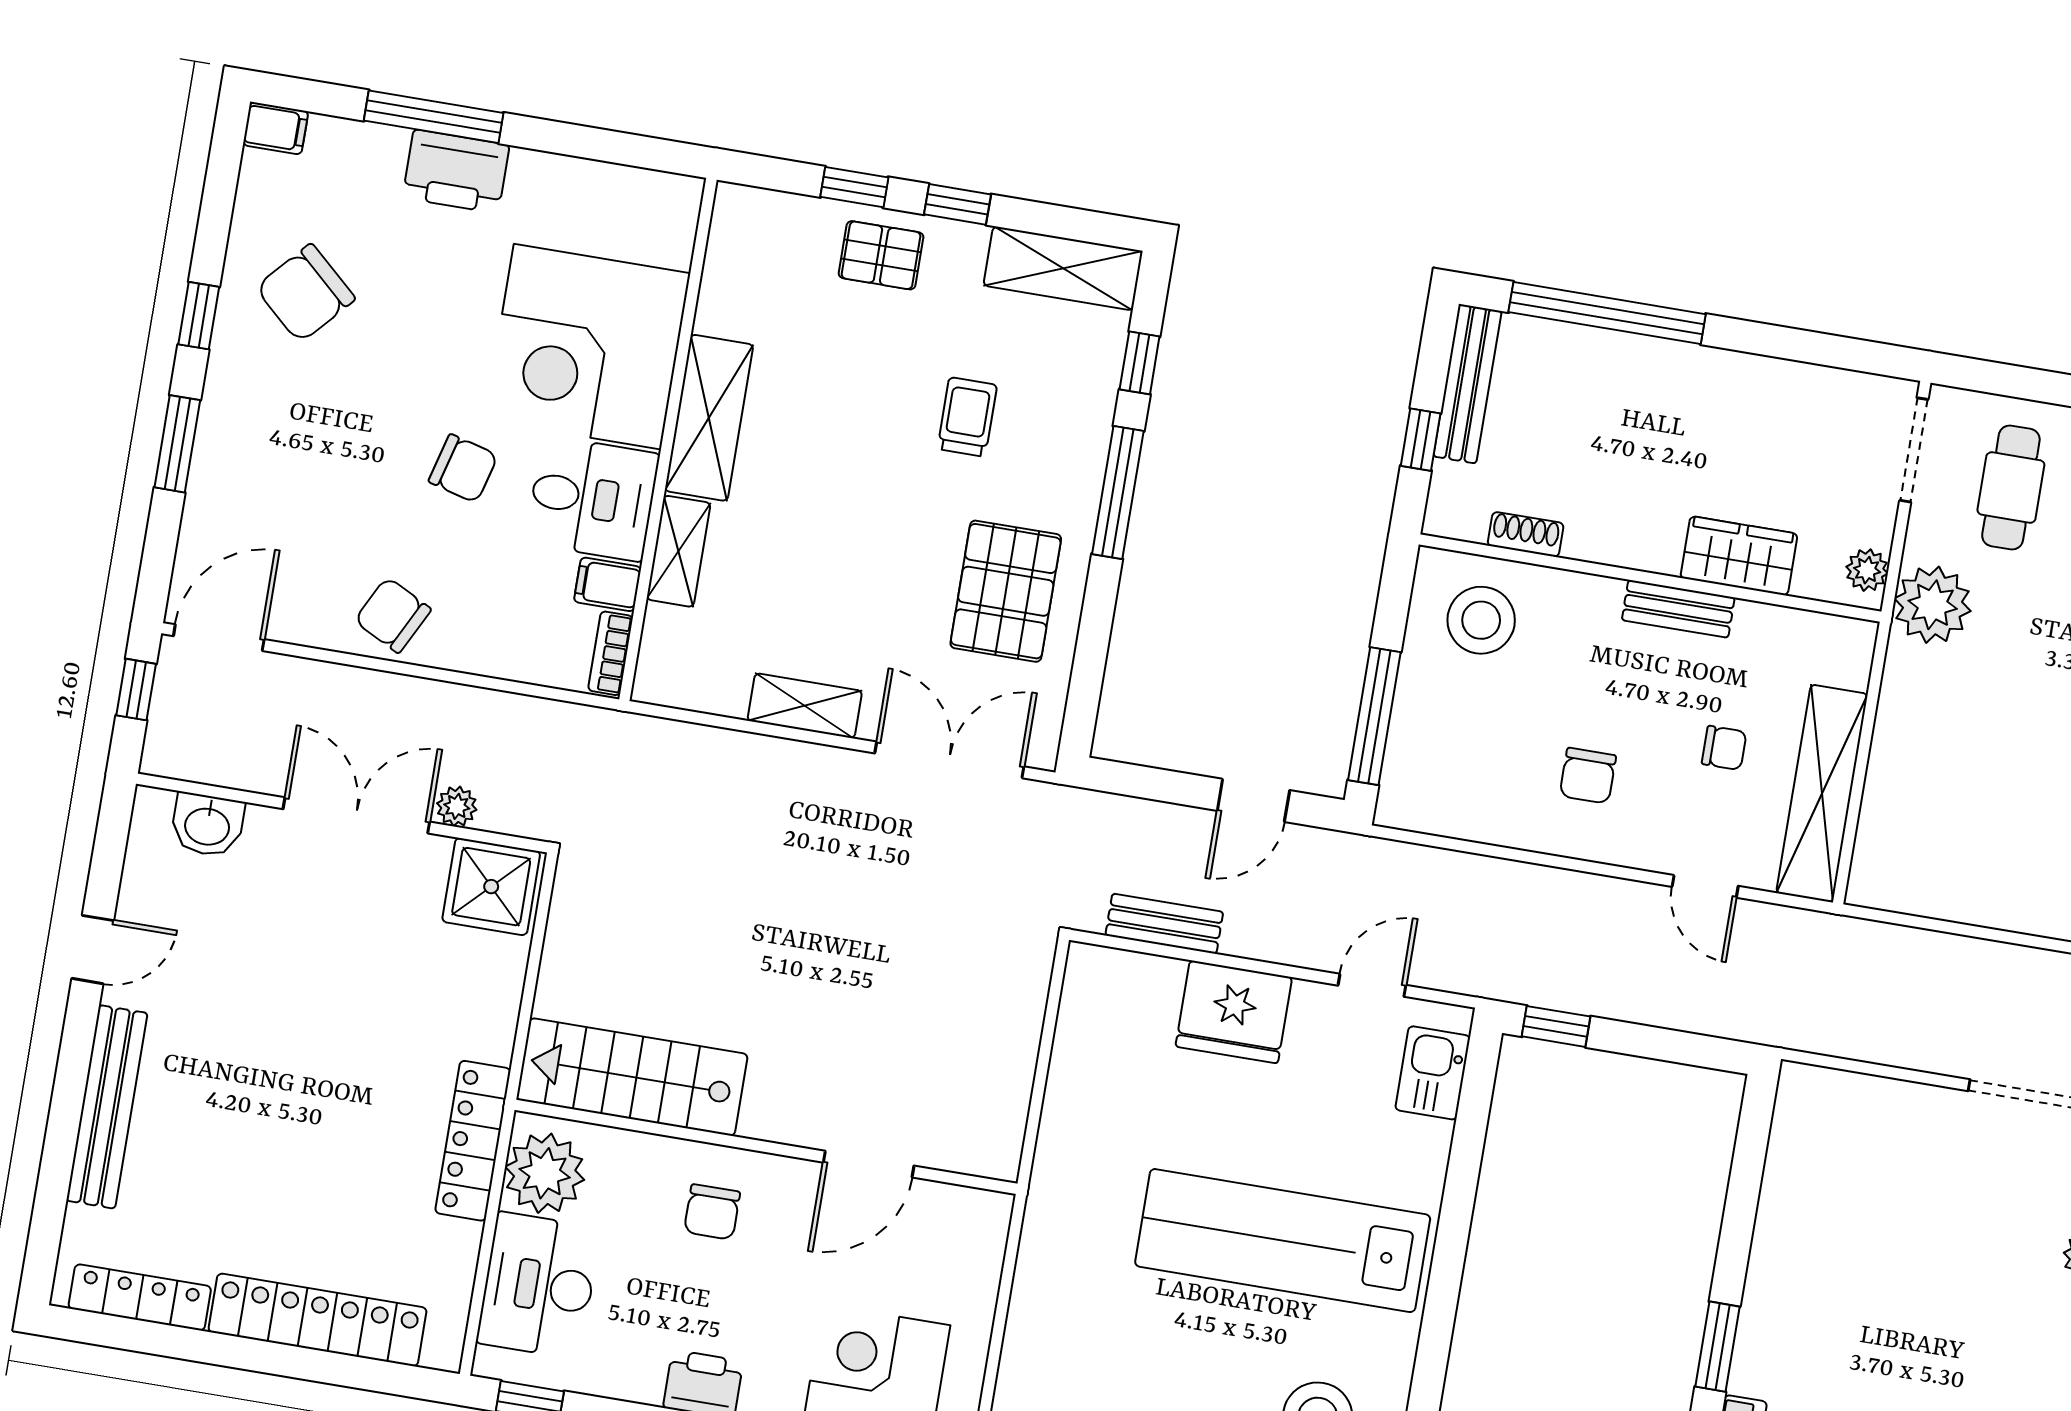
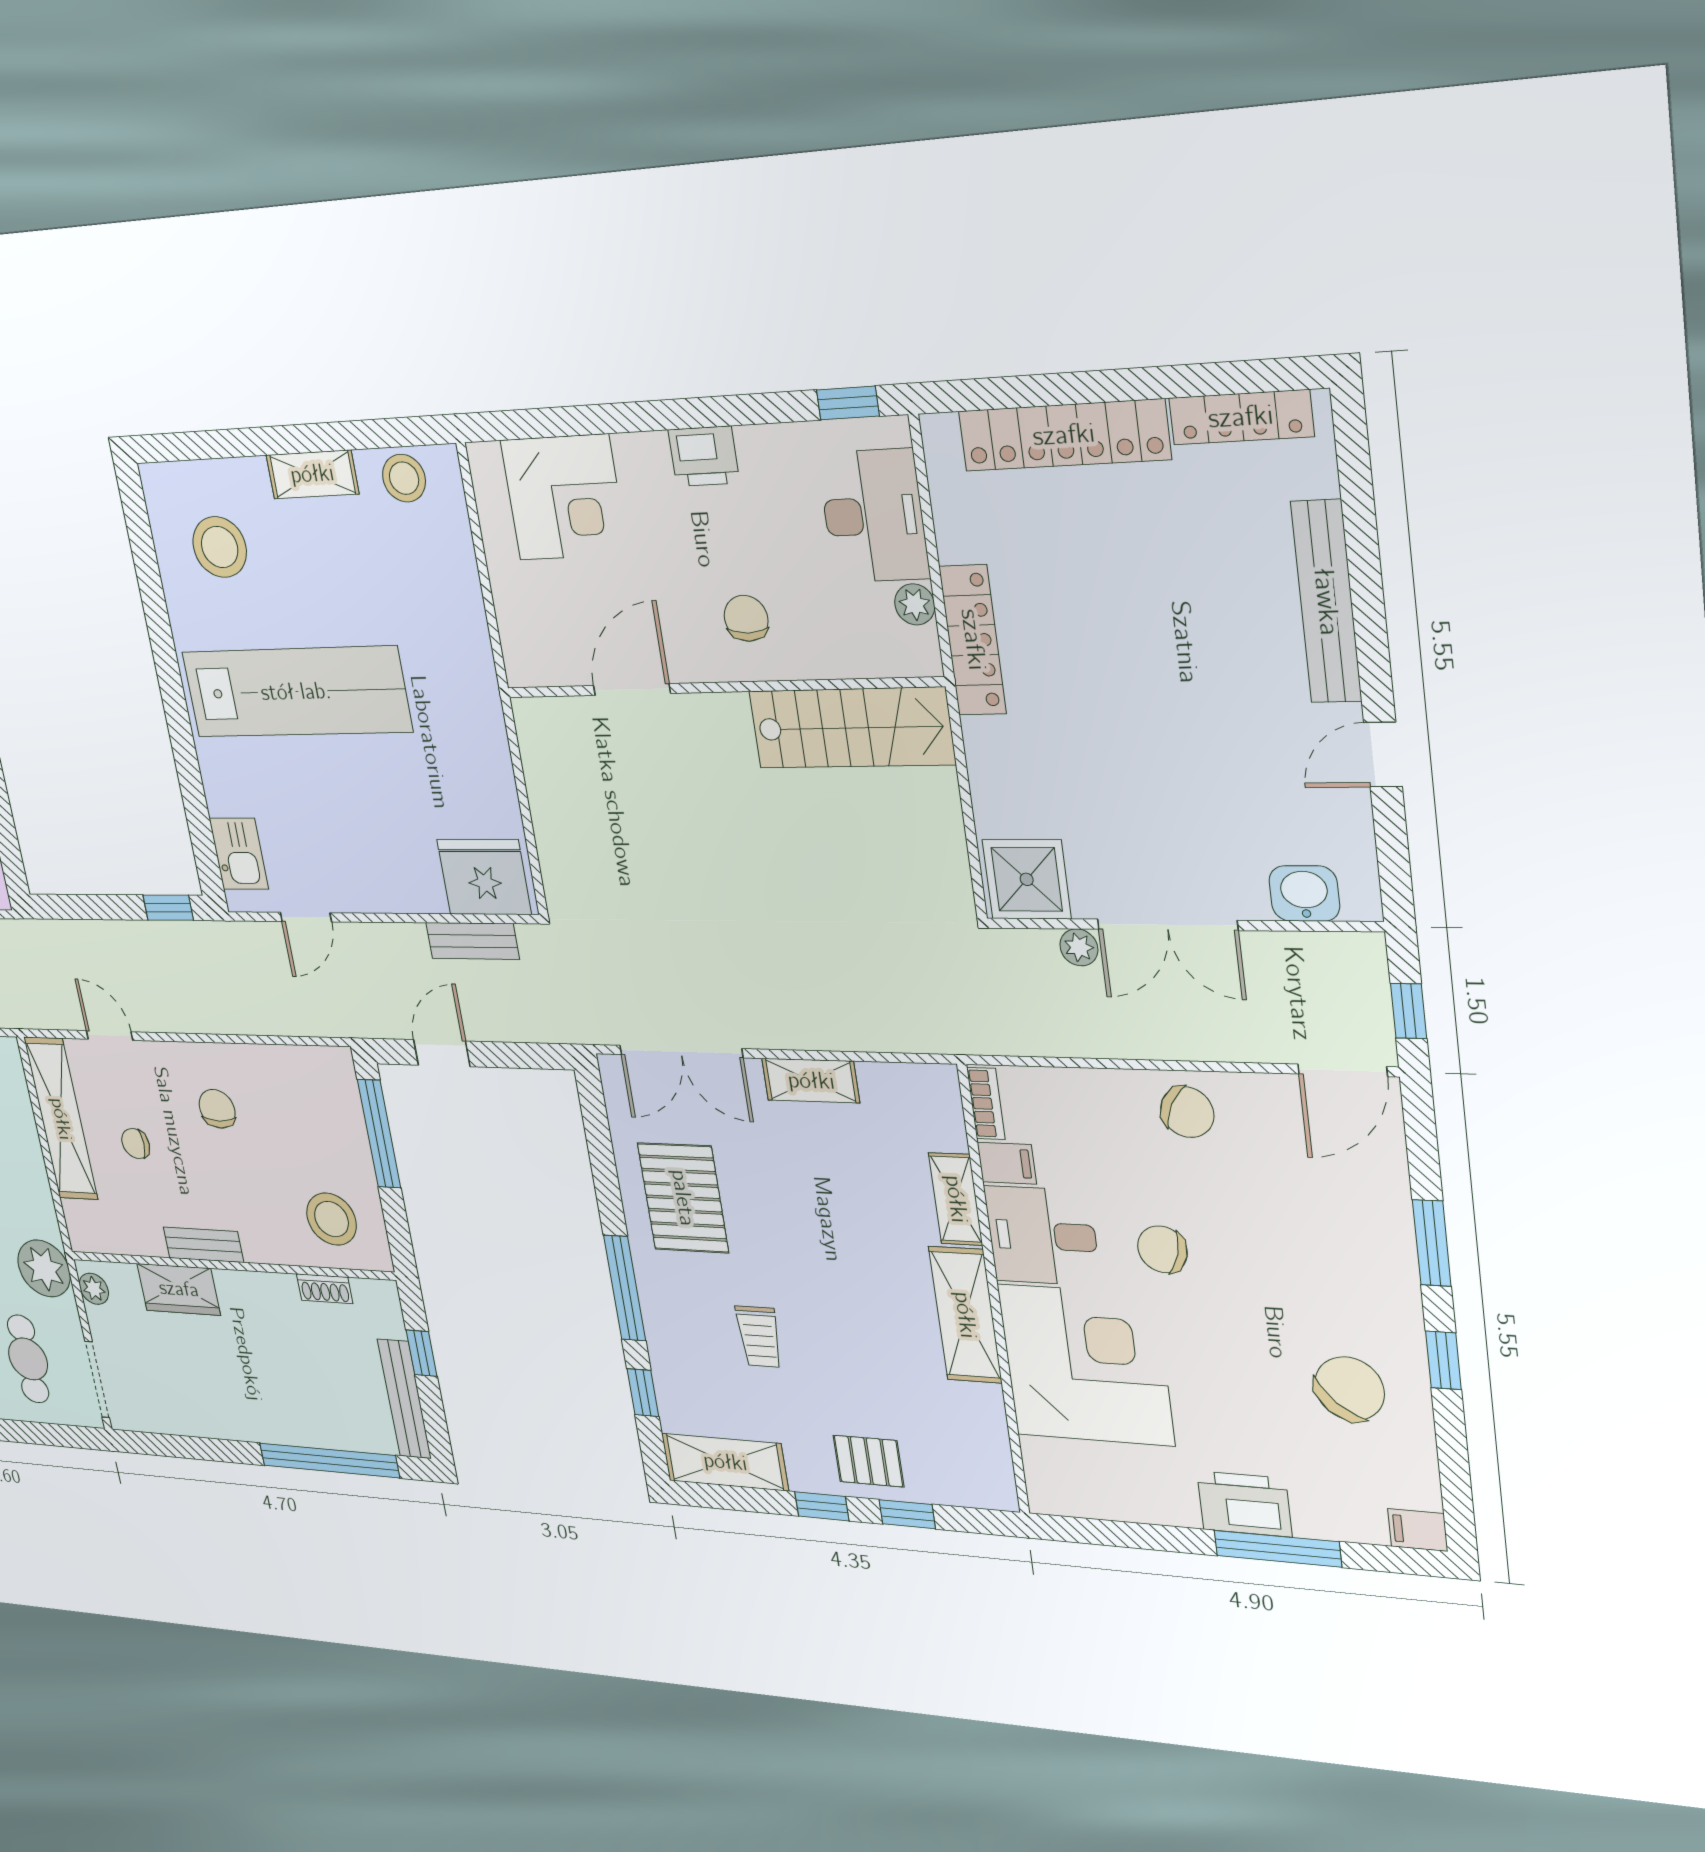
fridge: (1234, 1012) -> (484, 877), moved
plant: (545, 1173) -> (915, 604), width x0.53, depth x0.53

